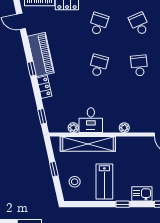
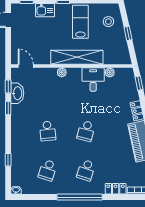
school desk: (139, 24) -> (48, 170), turned 42
shelving: (88, 144) -> (77, 57), moved

